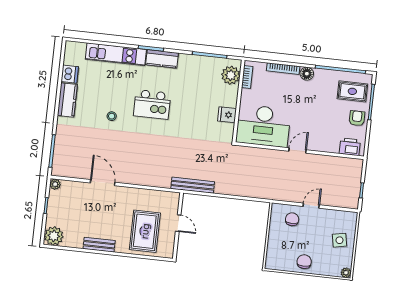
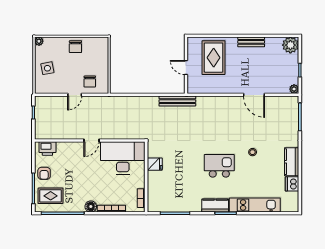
plant: (231, 75) -> (155, 198), removed

